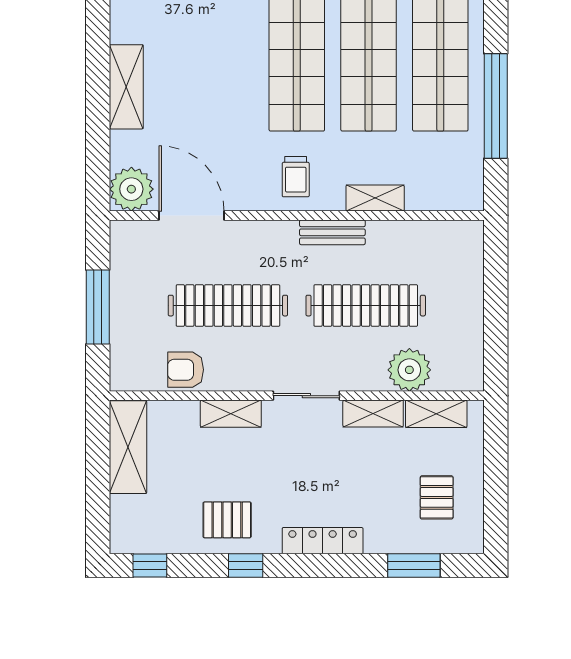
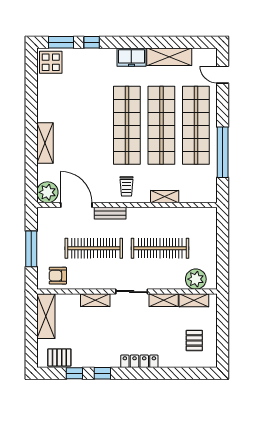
bench: (332, 232) -> (110, 213), moved
armchair: (186, 370) -> (58, 276), moved
plant: (409, 370) -> (196, 279), moved
pallet: (227, 520) -> (59, 357), moved
window: (150, 566) -> (74, 373), moved
window: (414, 566) -> (183, 373), removed

